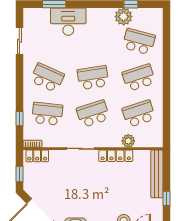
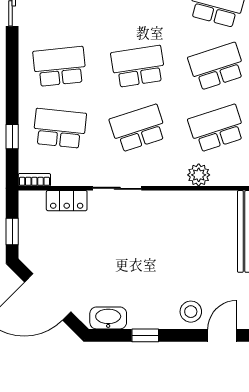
school desk: (47, 78) -> (60, 66), turned -30
locker: (37, 156) -> (67, 201), moved
locker: (116, 156) -> (177, 200), removed

